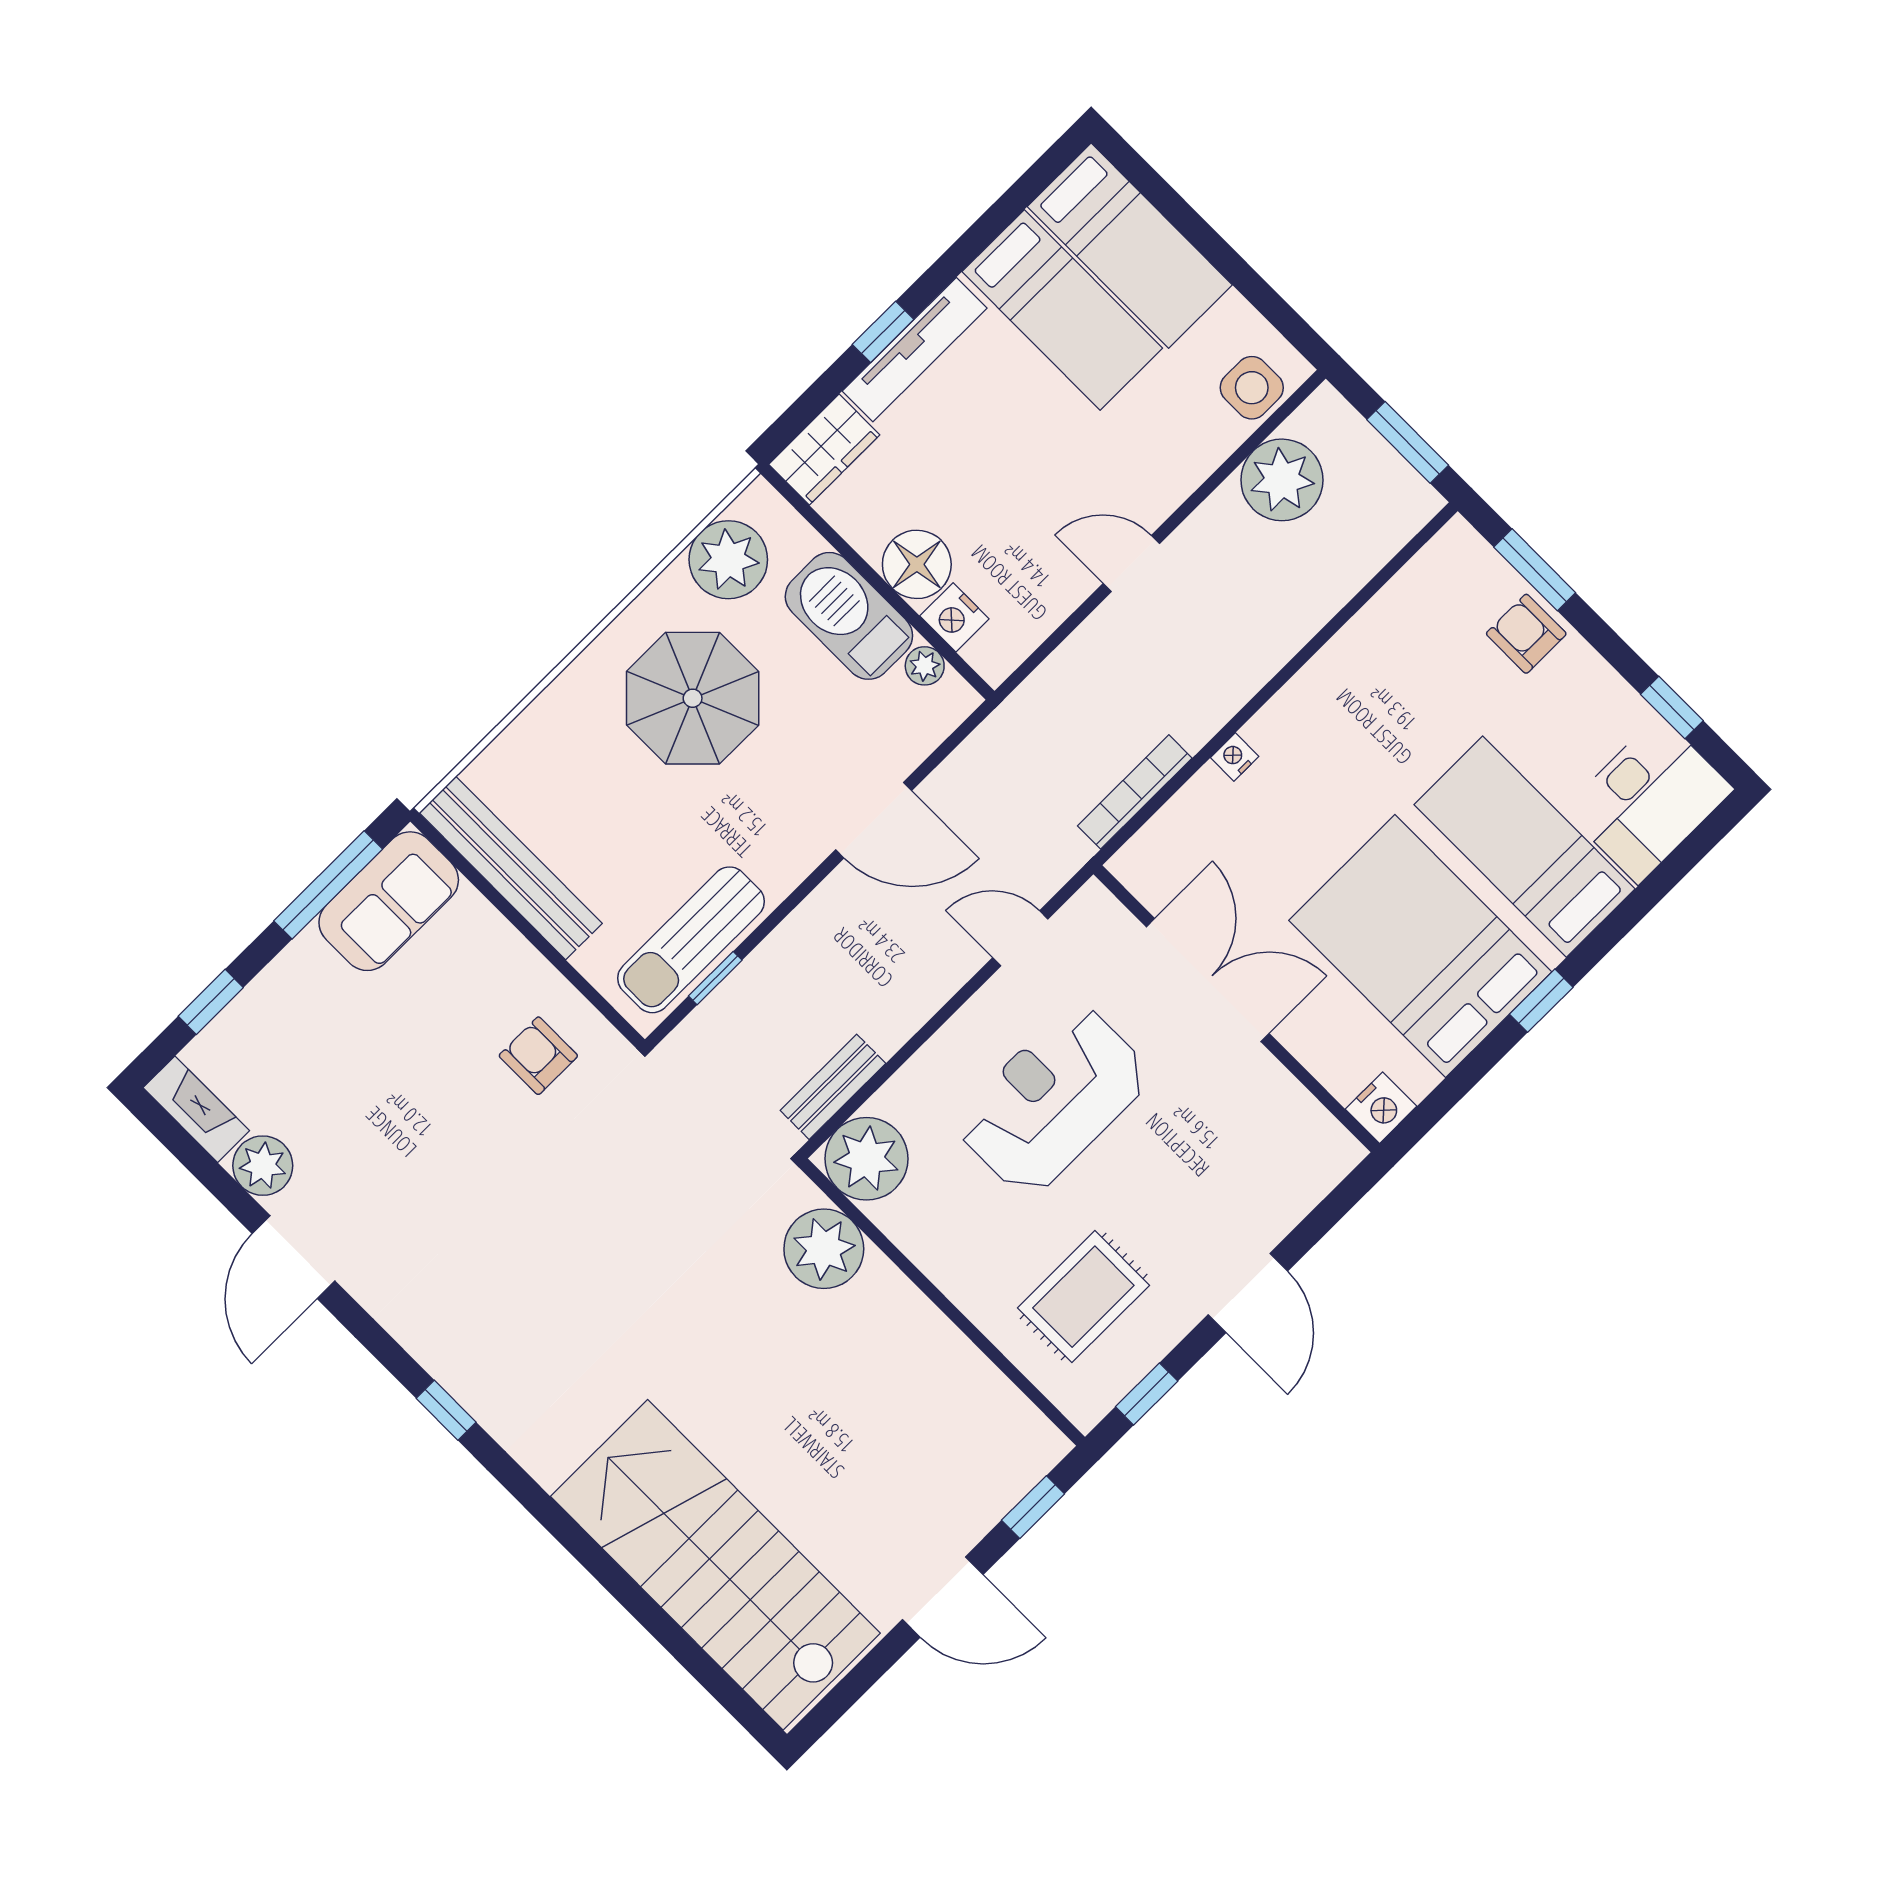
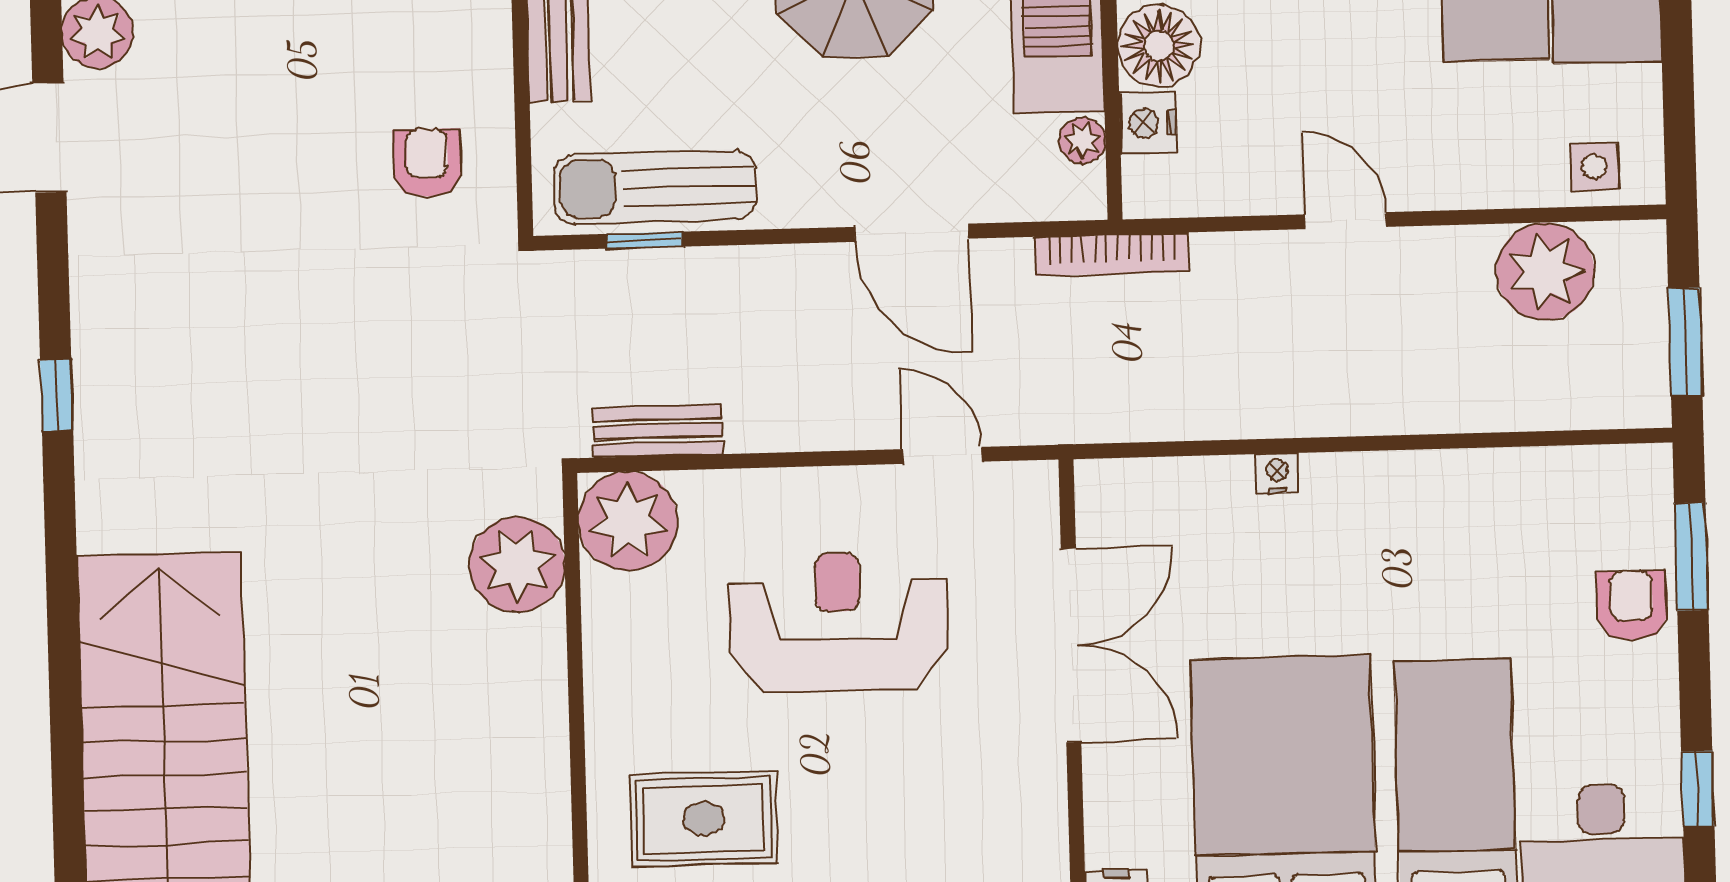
side table: (1252, 388) -> (1595, 166), width x0.73, depth x0.73
bookcase: (1135, 792) -> (1112, 254), moved, turned 180

